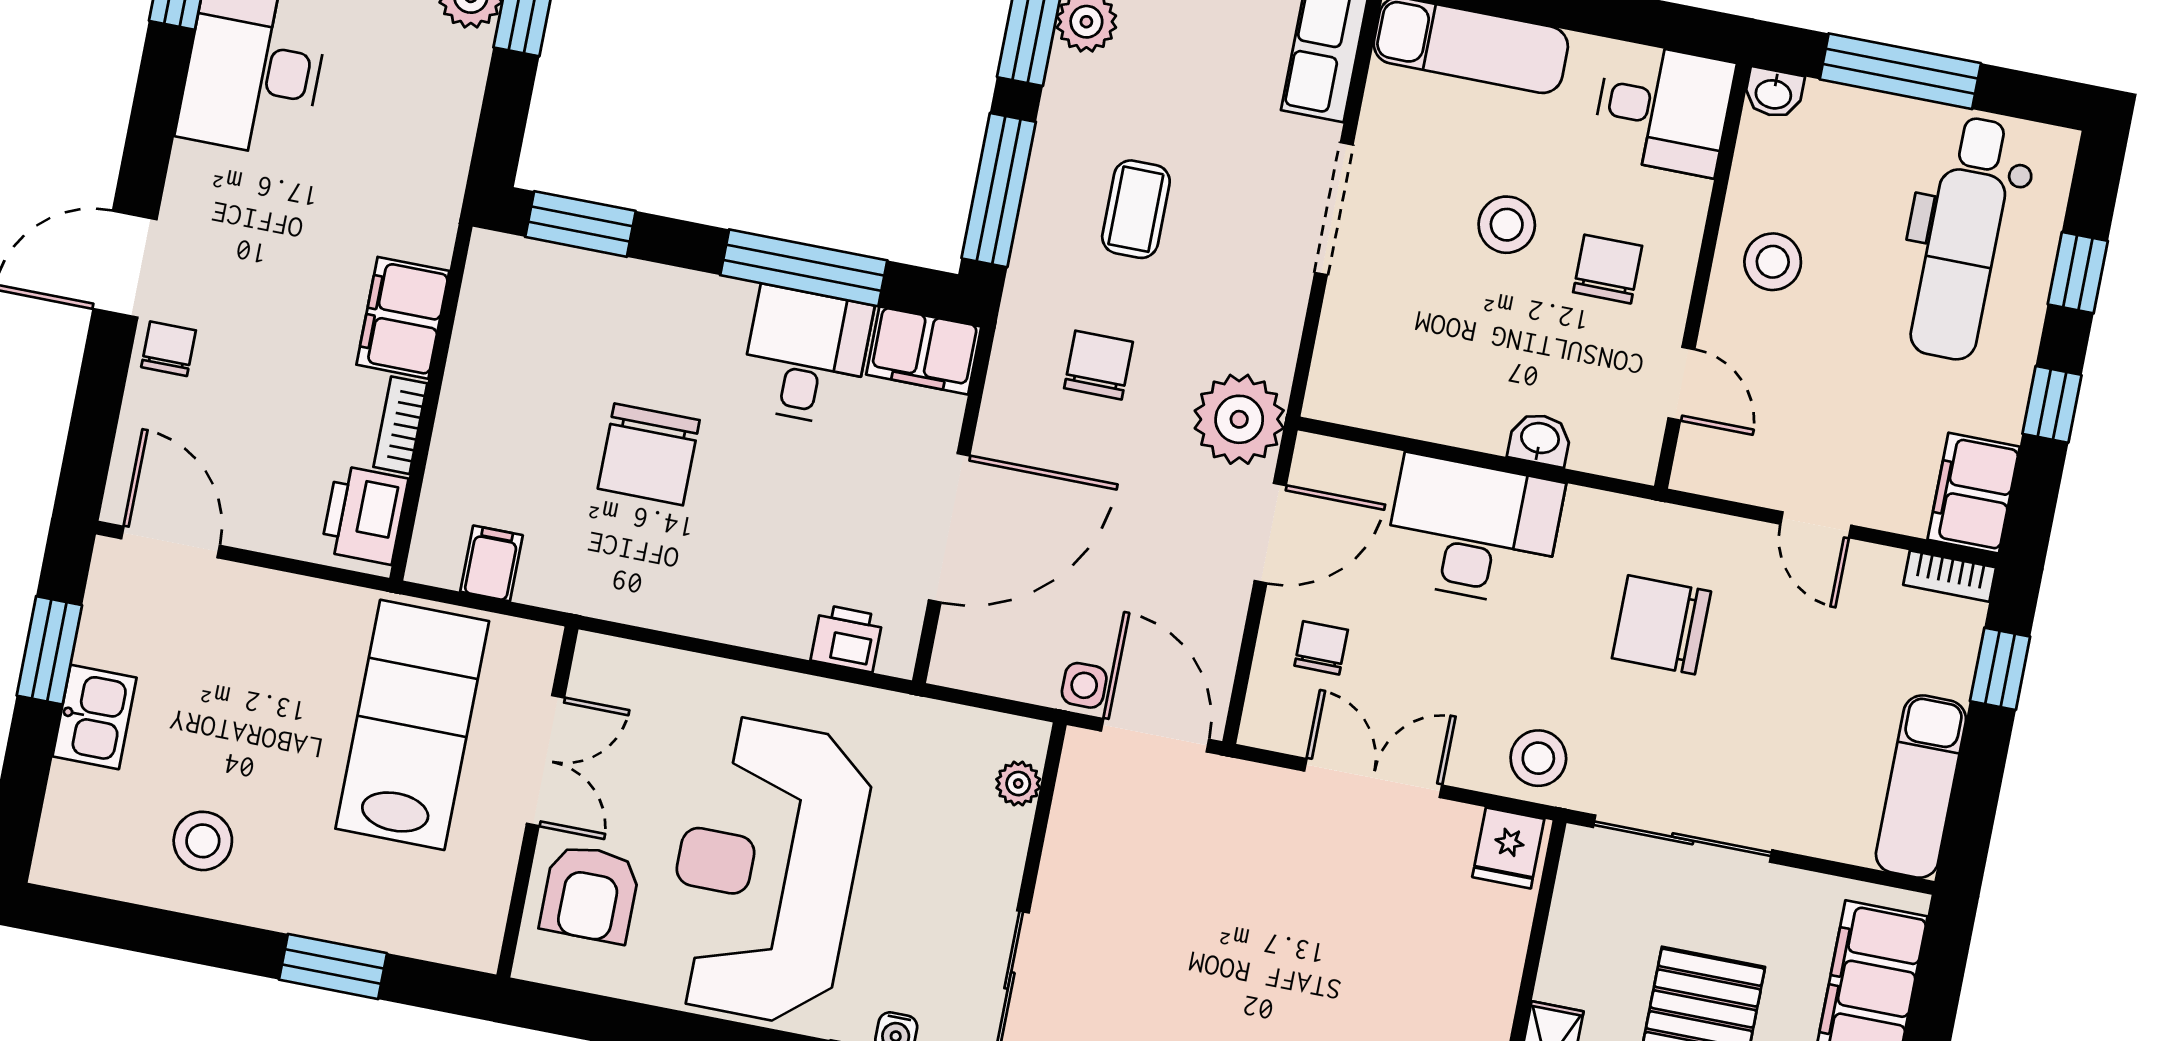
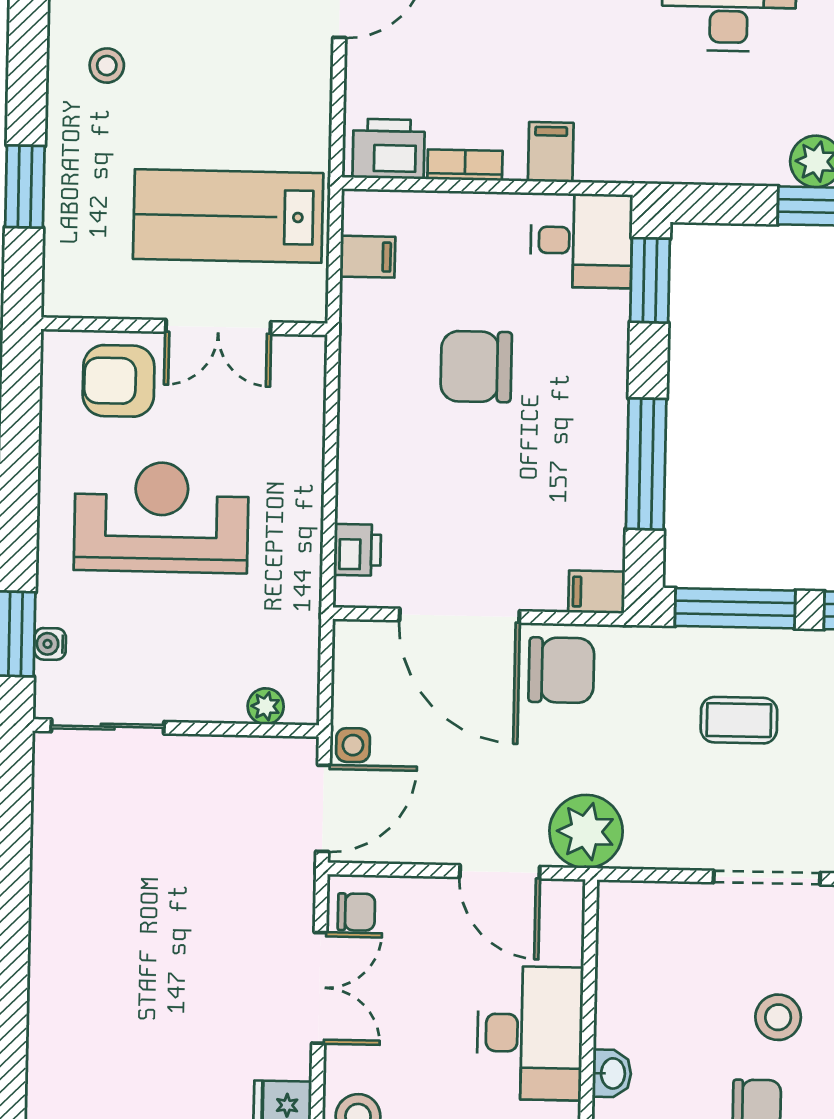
filing cabinet: (403, 318) -> (551, 152), width x0.50
filing cabinet: (924, 351) -> (597, 592), width x0.50
desk: (806, 356) -> (581, 241), moved
chair: (1099, 365) -> (561, 670), moved, width x1.37, depth x1.37
chair: (1321, 648) -> (356, 912), moved
lab bench: (412, 725) -> (228, 216), turned 180
stool: (203, 841) -> (107, 66), width x0.73, depth x0.73
reception desk: (765, 871) -> (161, 517), width x0.74, depth x0.77

